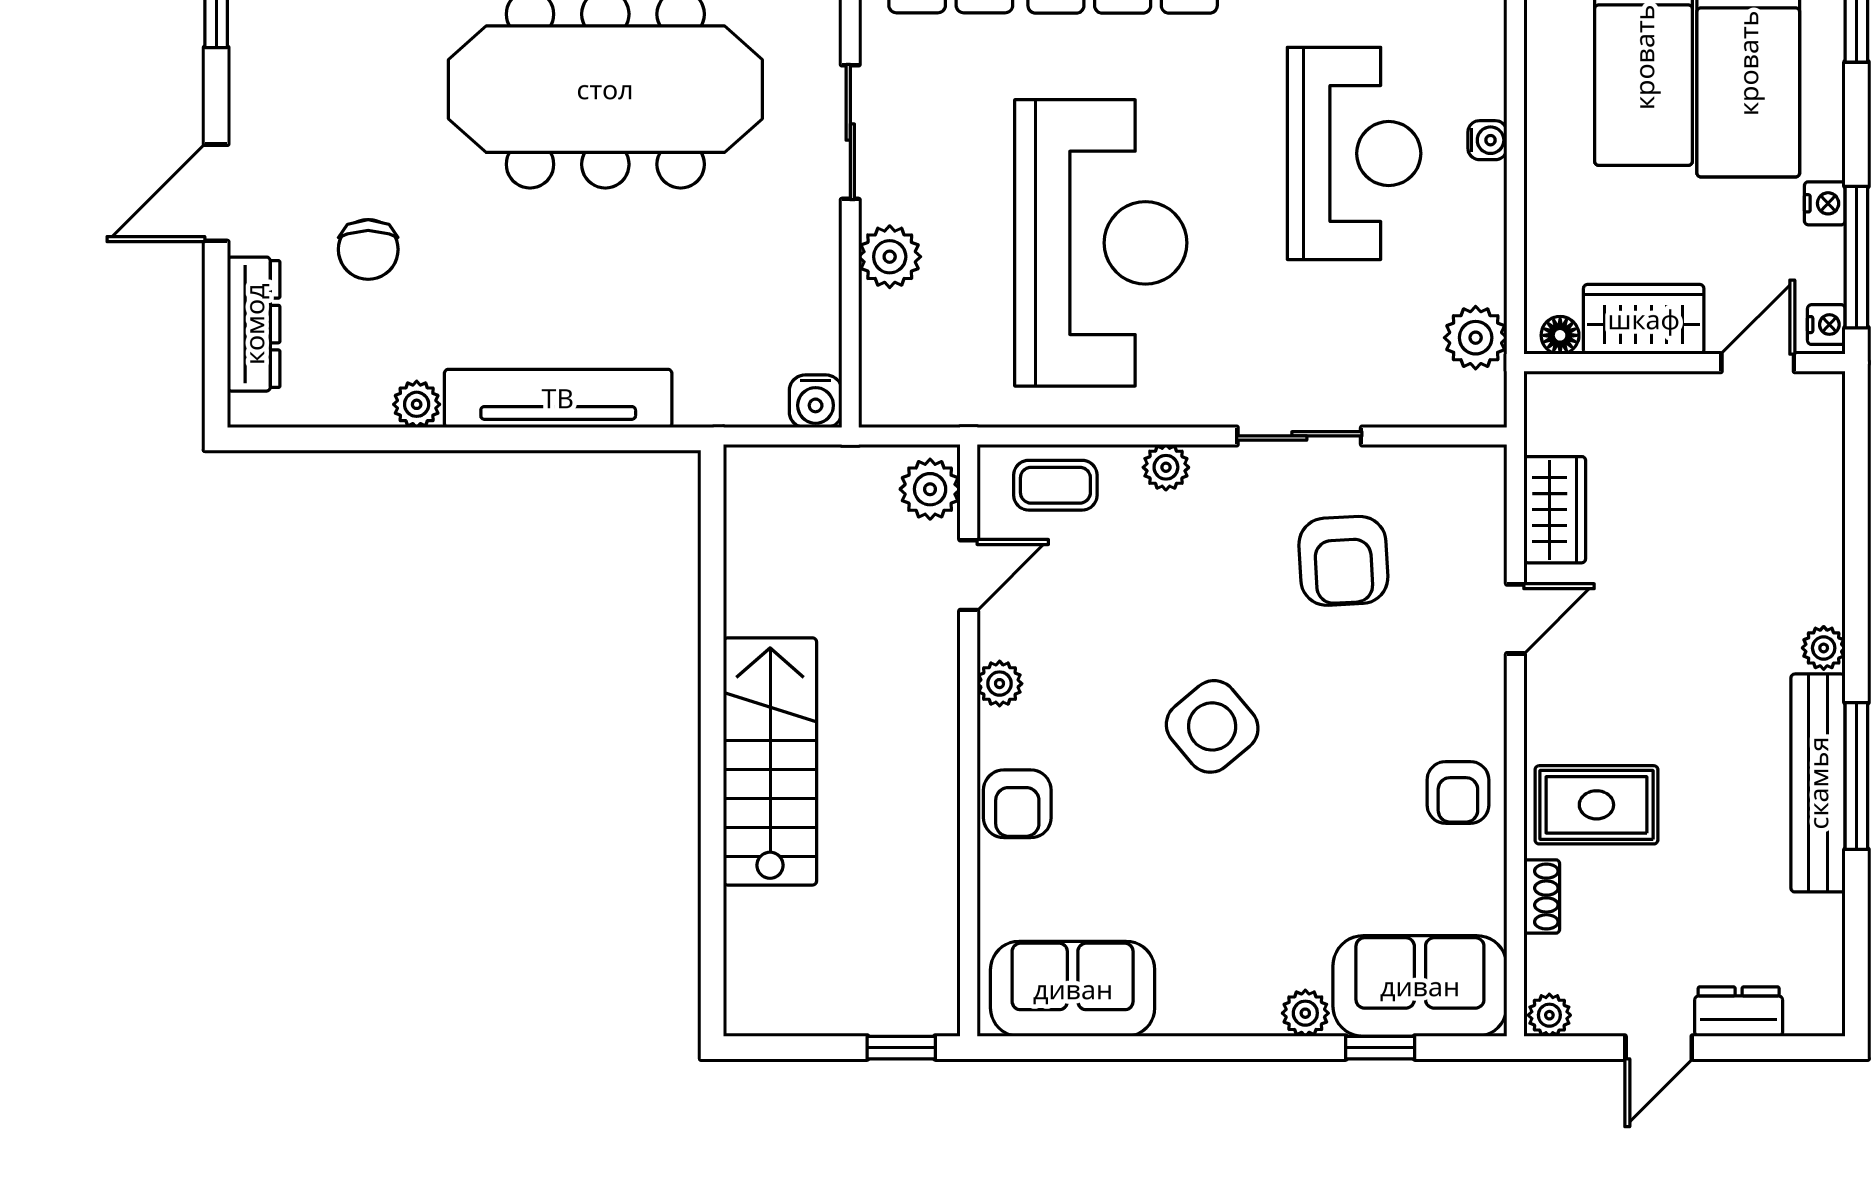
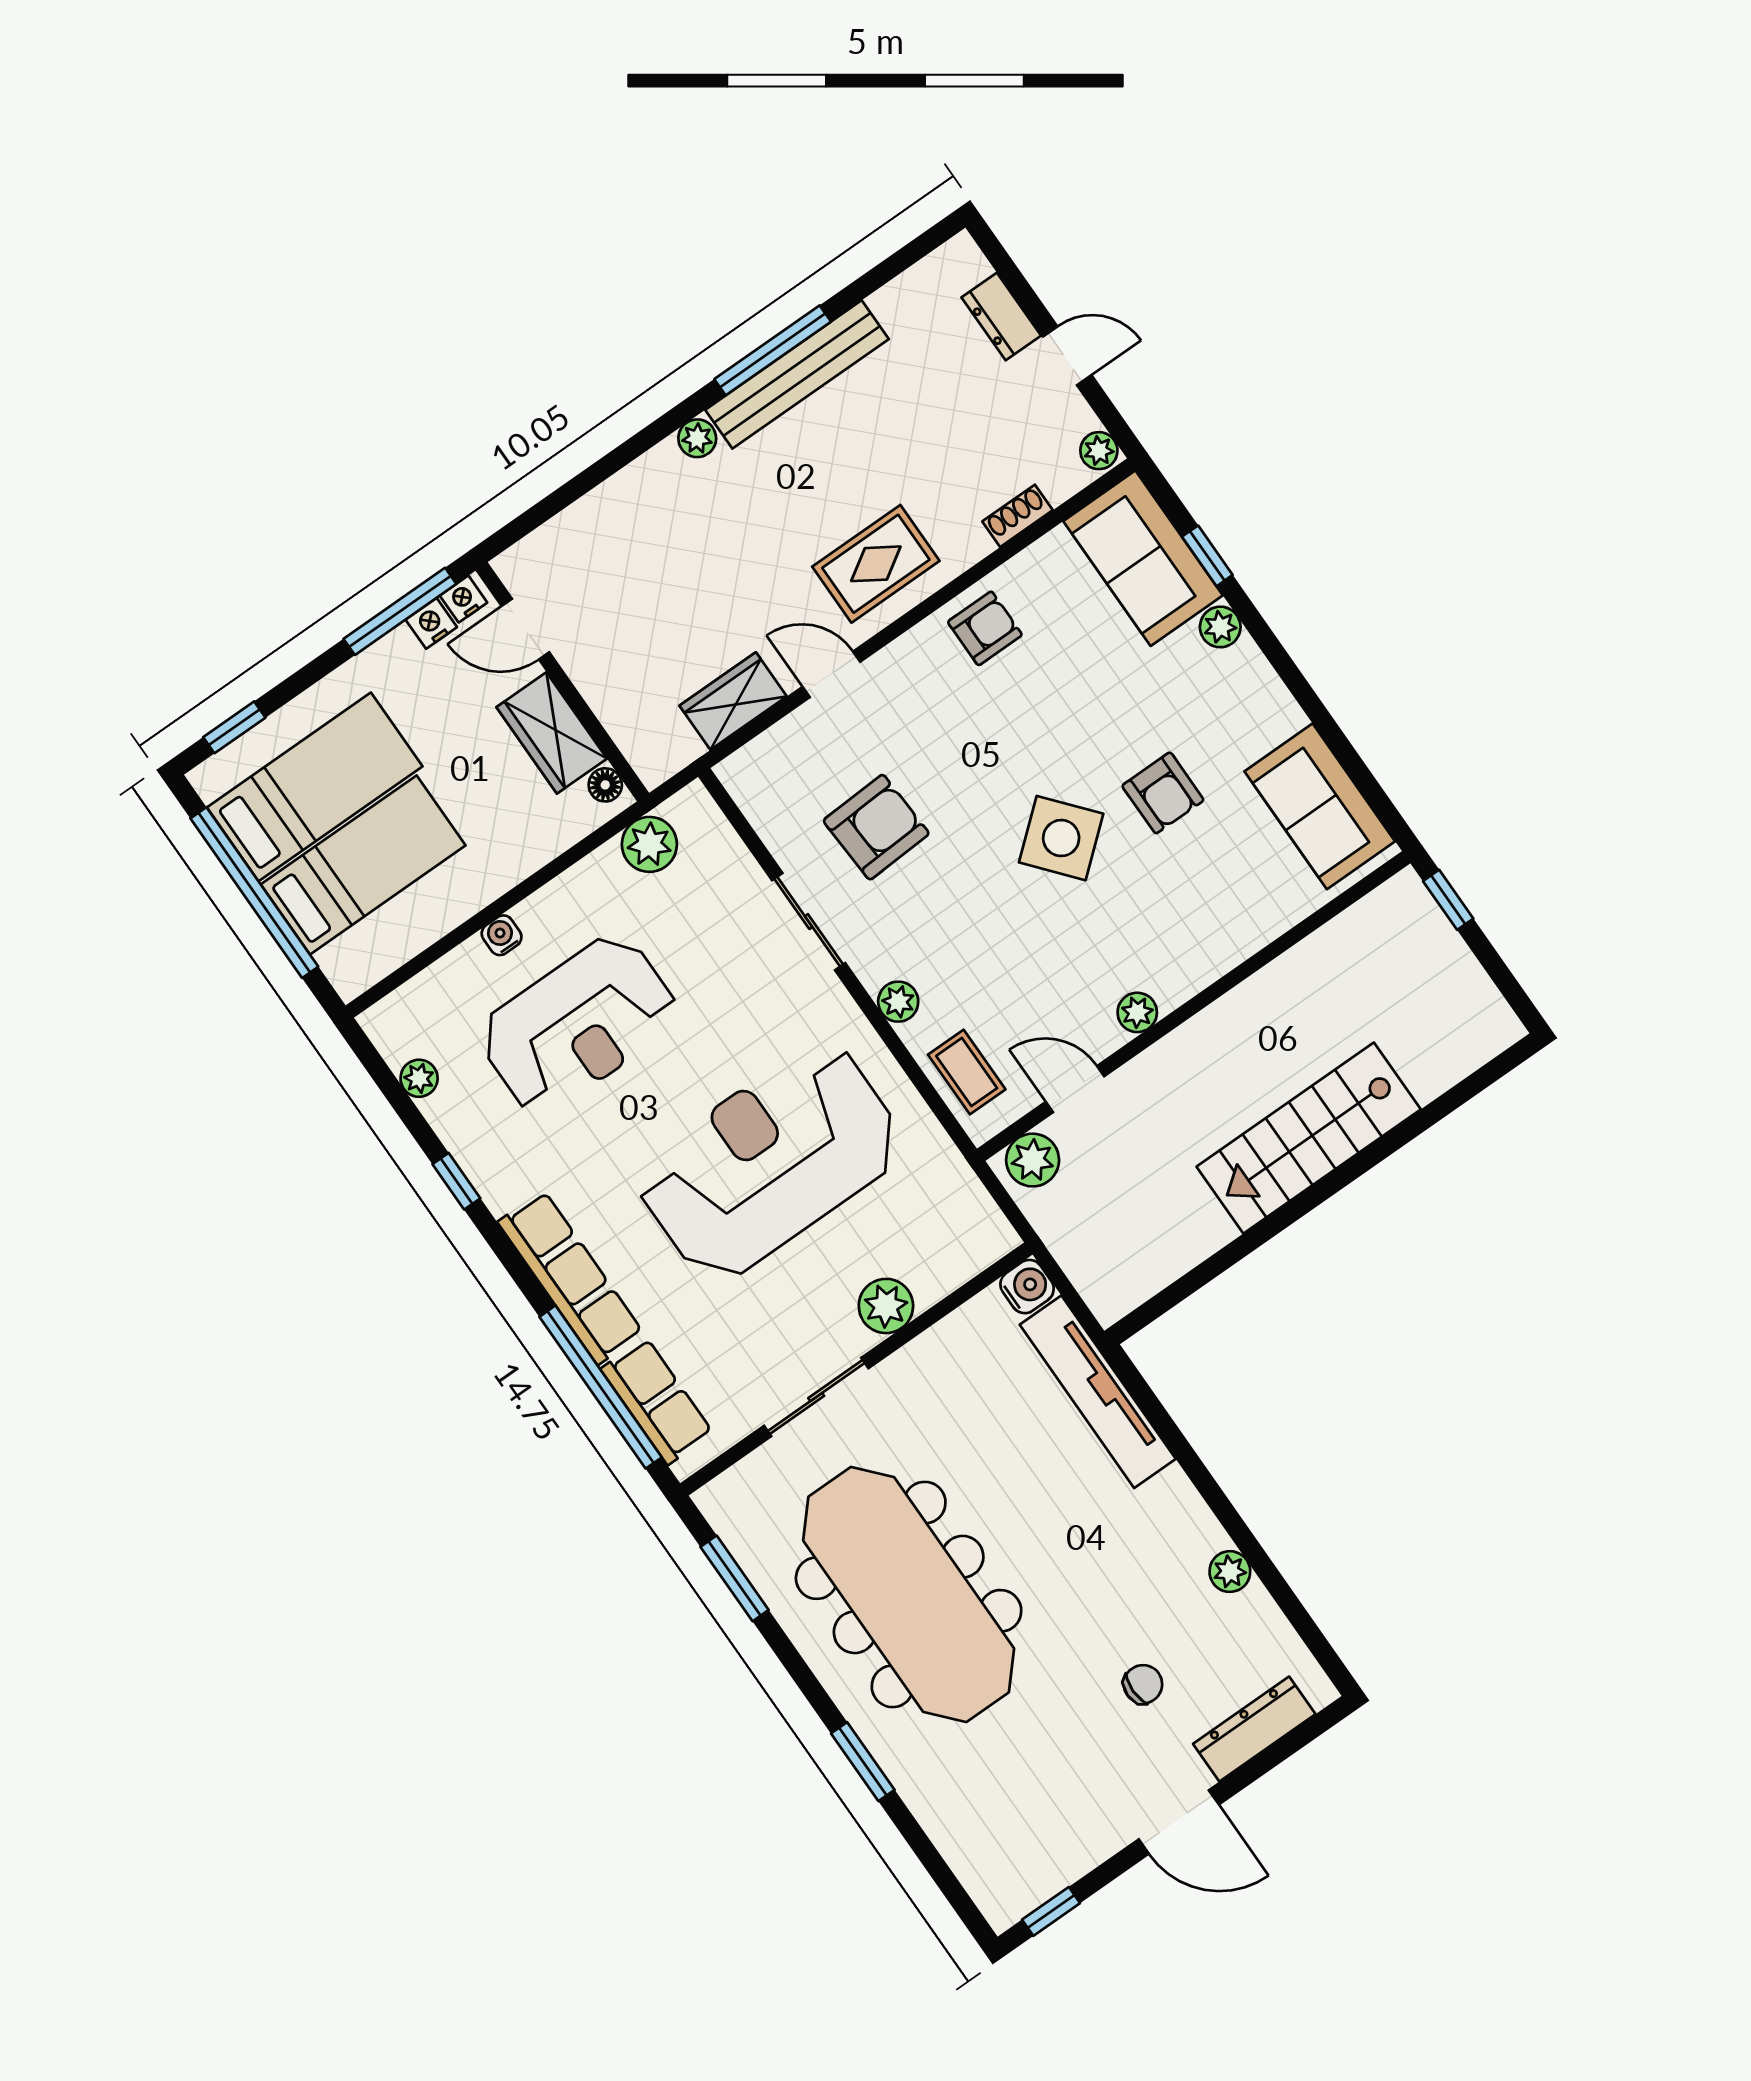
reception desk: (1354, 153) -> (578, 1024), turned 180
nightstand: (1825, 203) -> (431, 623), moved
chair: (368, 249) -> (1143, 1684), width x0.73, depth x0.73
tv unit: (558, 398) -> (1098, 1392), moved
armchair: (1017, 804) -> (1163, 793), moved, turned 90
rug: (1596, 805) -> (876, 564), moved, turned 90

